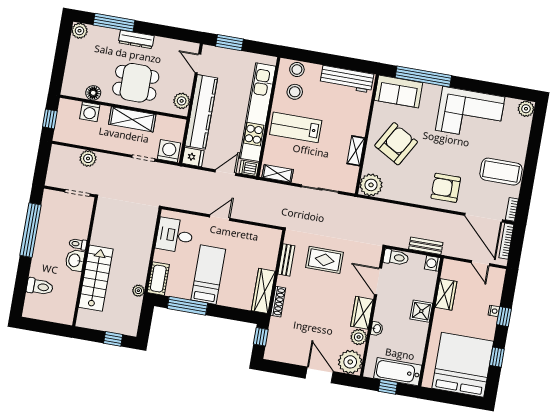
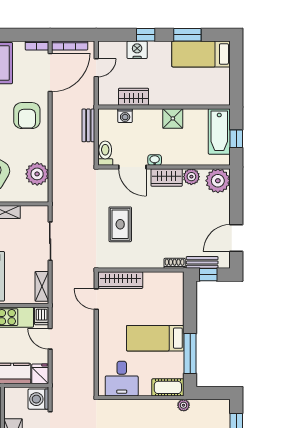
plant: (371, 185) -> (37, 174), moved
door: (220, 218) -> (96, 299), moved
bench: (286, 260) -> (202, 262), moved
washing machine: (432, 263) -> (125, 116), moved
door: (378, 281) -> (132, 167), hinge flipped
wardrobe: (263, 291) -> (121, 280), moved
shoe rack: (278, 302) -> (175, 263), width x0.70
shower: (421, 311) -> (173, 118), moved
nightstand: (494, 311) -> (137, 50), width x1.89, depth x1.79
washbasin: (377, 329) -> (155, 160), moved
window: (497, 357) -> (187, 35), width x1.50
bed: (463, 365) -> (201, 54), width x0.49
door: (319, 375) -> (236, 238), moved

